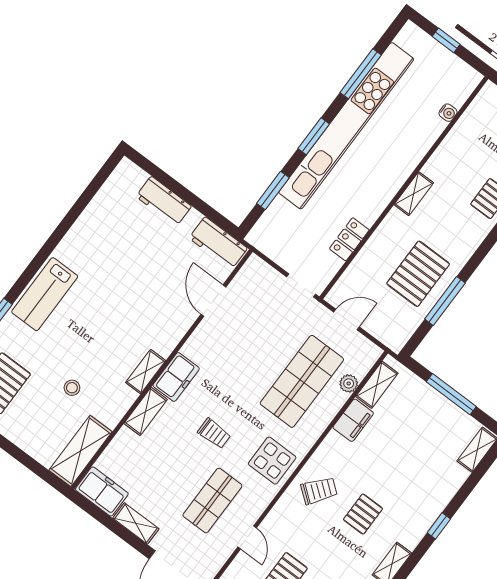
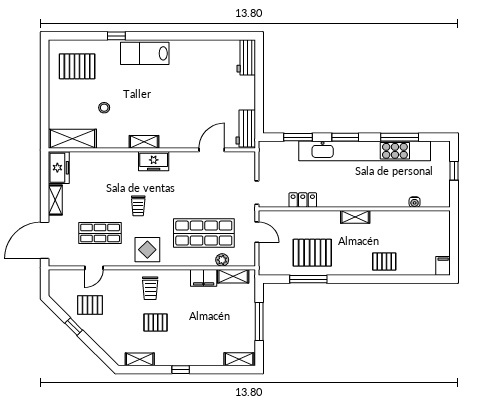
workbench: (164, 201) -> (246, 57), moved
shelving: (146, 411) -> (122, 159), removed
trolley: (319, 491) -> (150, 288), turned 52

